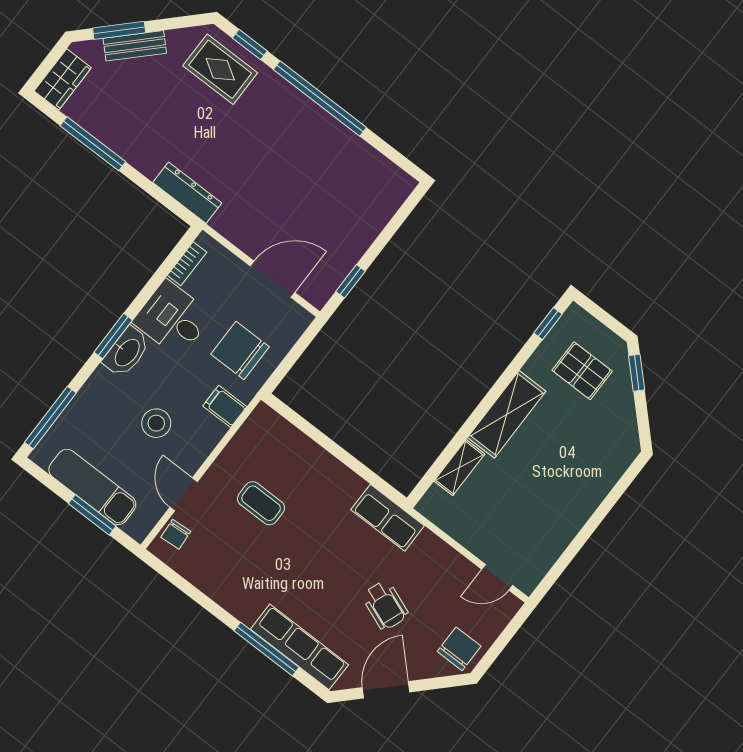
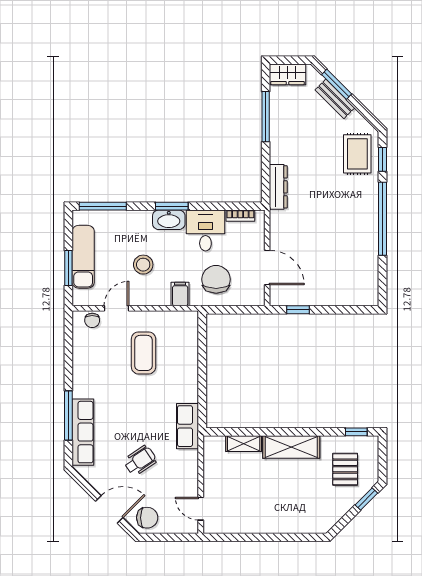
coffee table: (261, 503) -> (144, 353), width x1.36, depth x1.30
chair: (176, 534) -> (92, 320), turned -86
wheelchair: (385, 605) -> (140, 461), turned -145
door: (386, 690) -> (109, 509), moved

